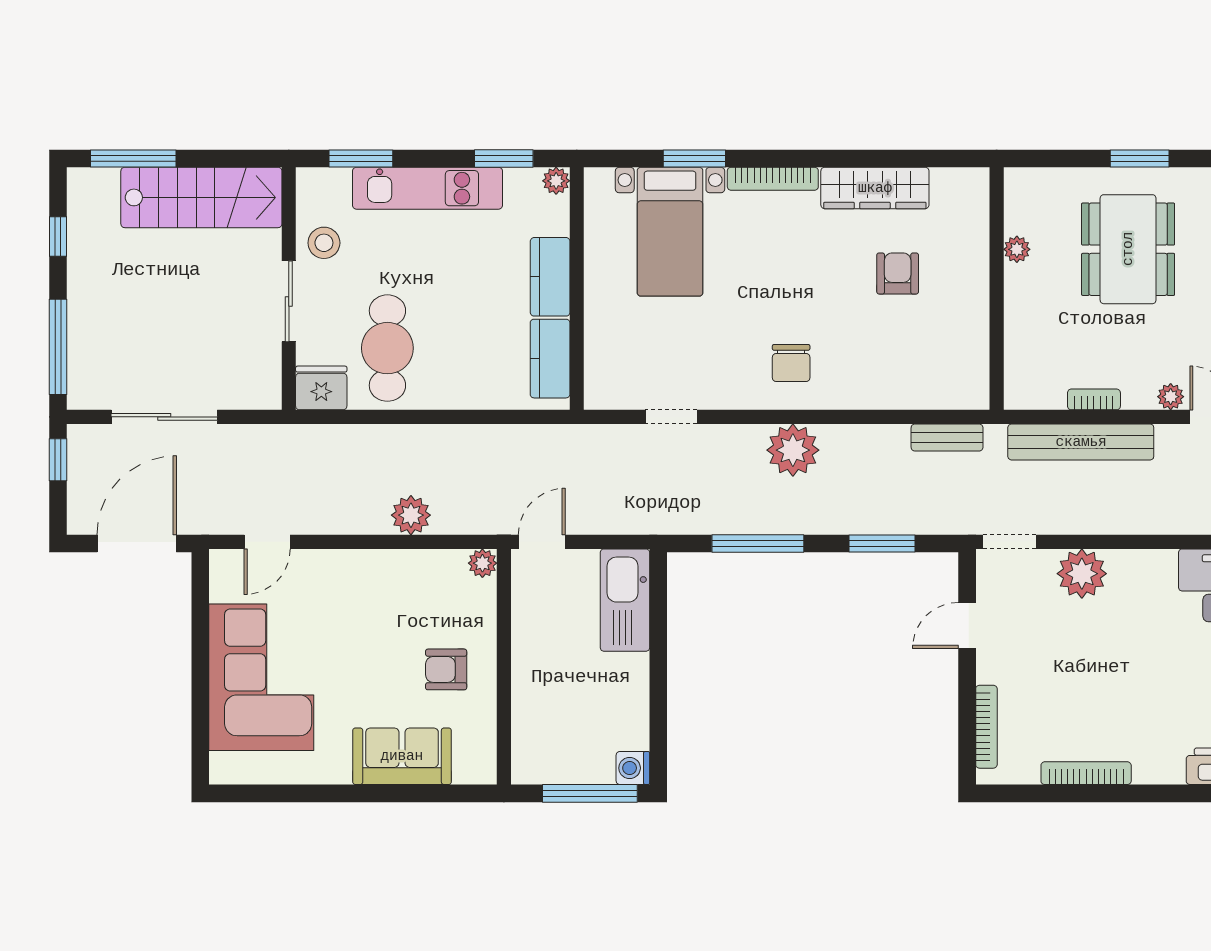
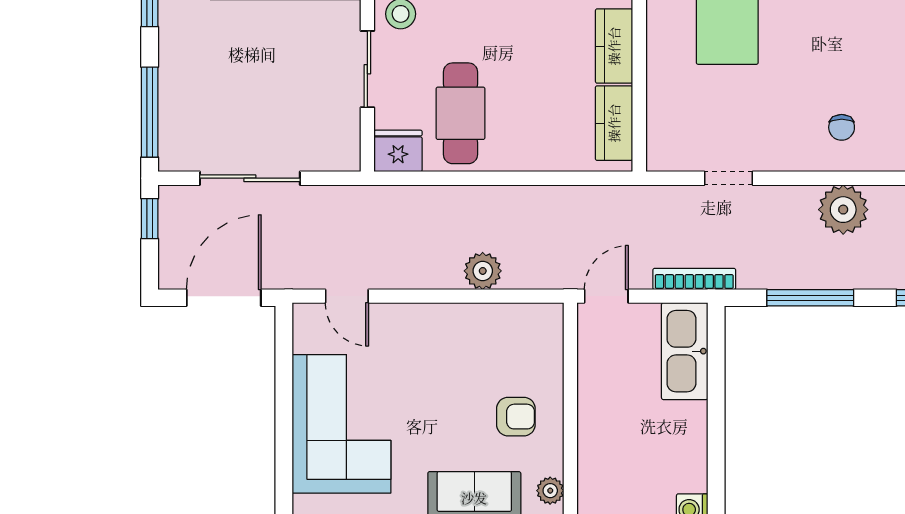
chair: (791, 363) -> (842, 127), width x0.73, depth x0.73
bookcase: (635, 524) -> (694, 279), added
door: (267, 542) -> (347, 296), hinge flipped
plant: (482, 563) -> (550, 491), moved
armchair: (446, 669) -> (516, 417), turned 180

